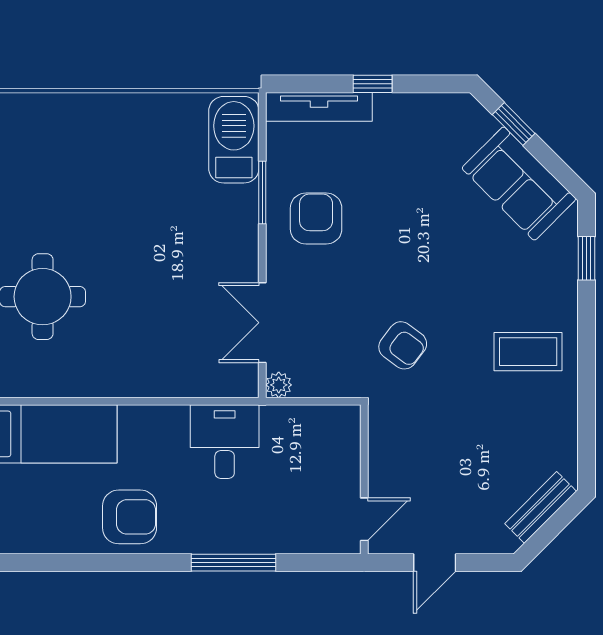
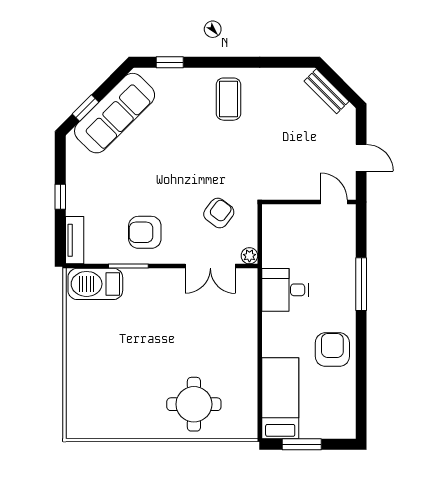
tv unit: (319, 107) -> (75, 240), width x0.71
sofa: (519, 184) -> (115, 113), width x1.36
armchair: (403, 345) -> (219, 213), moved

